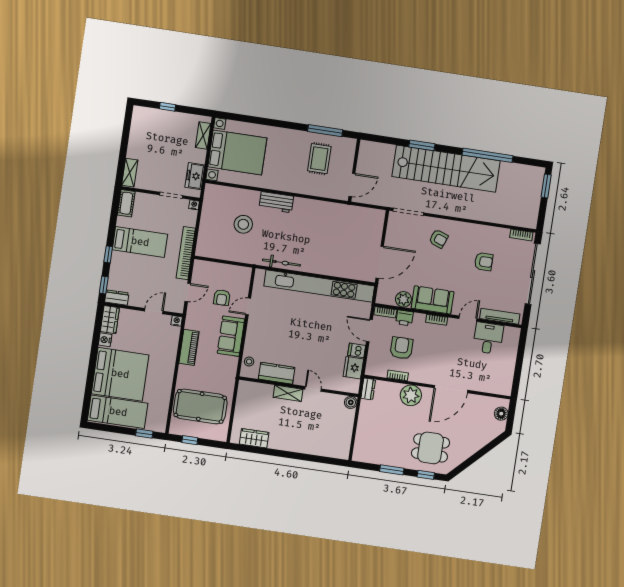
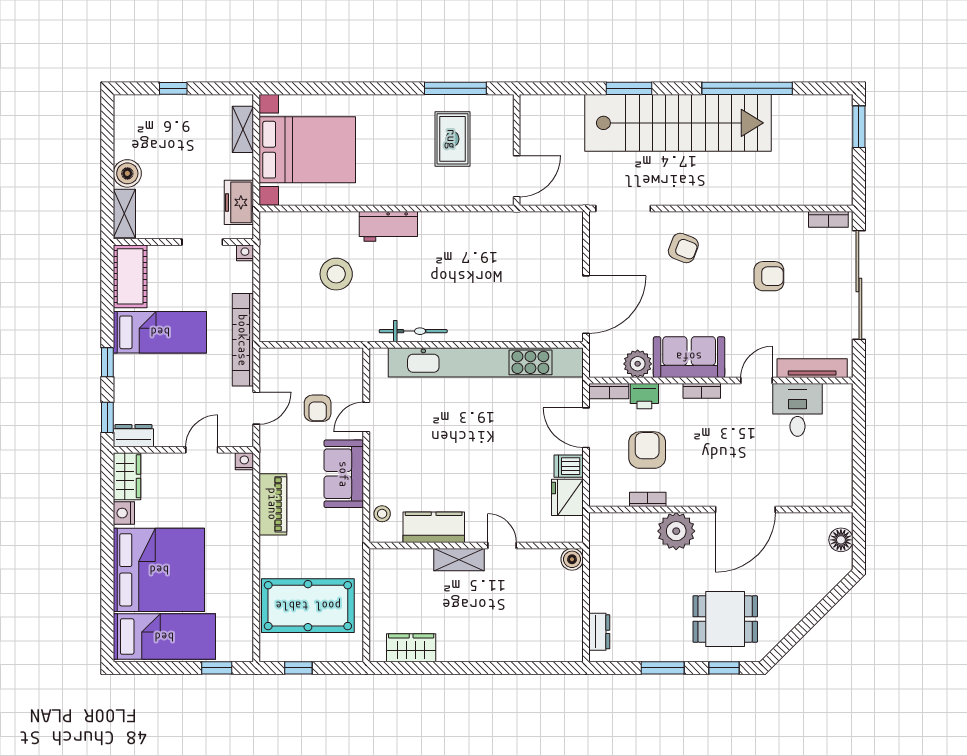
boiler: (135, 150) -> (127, 173), added
cot: (126, 203) -> (130, 276), width x1.37, depth x1.34
dresser: (368, 389) -> (599, 632), moved

